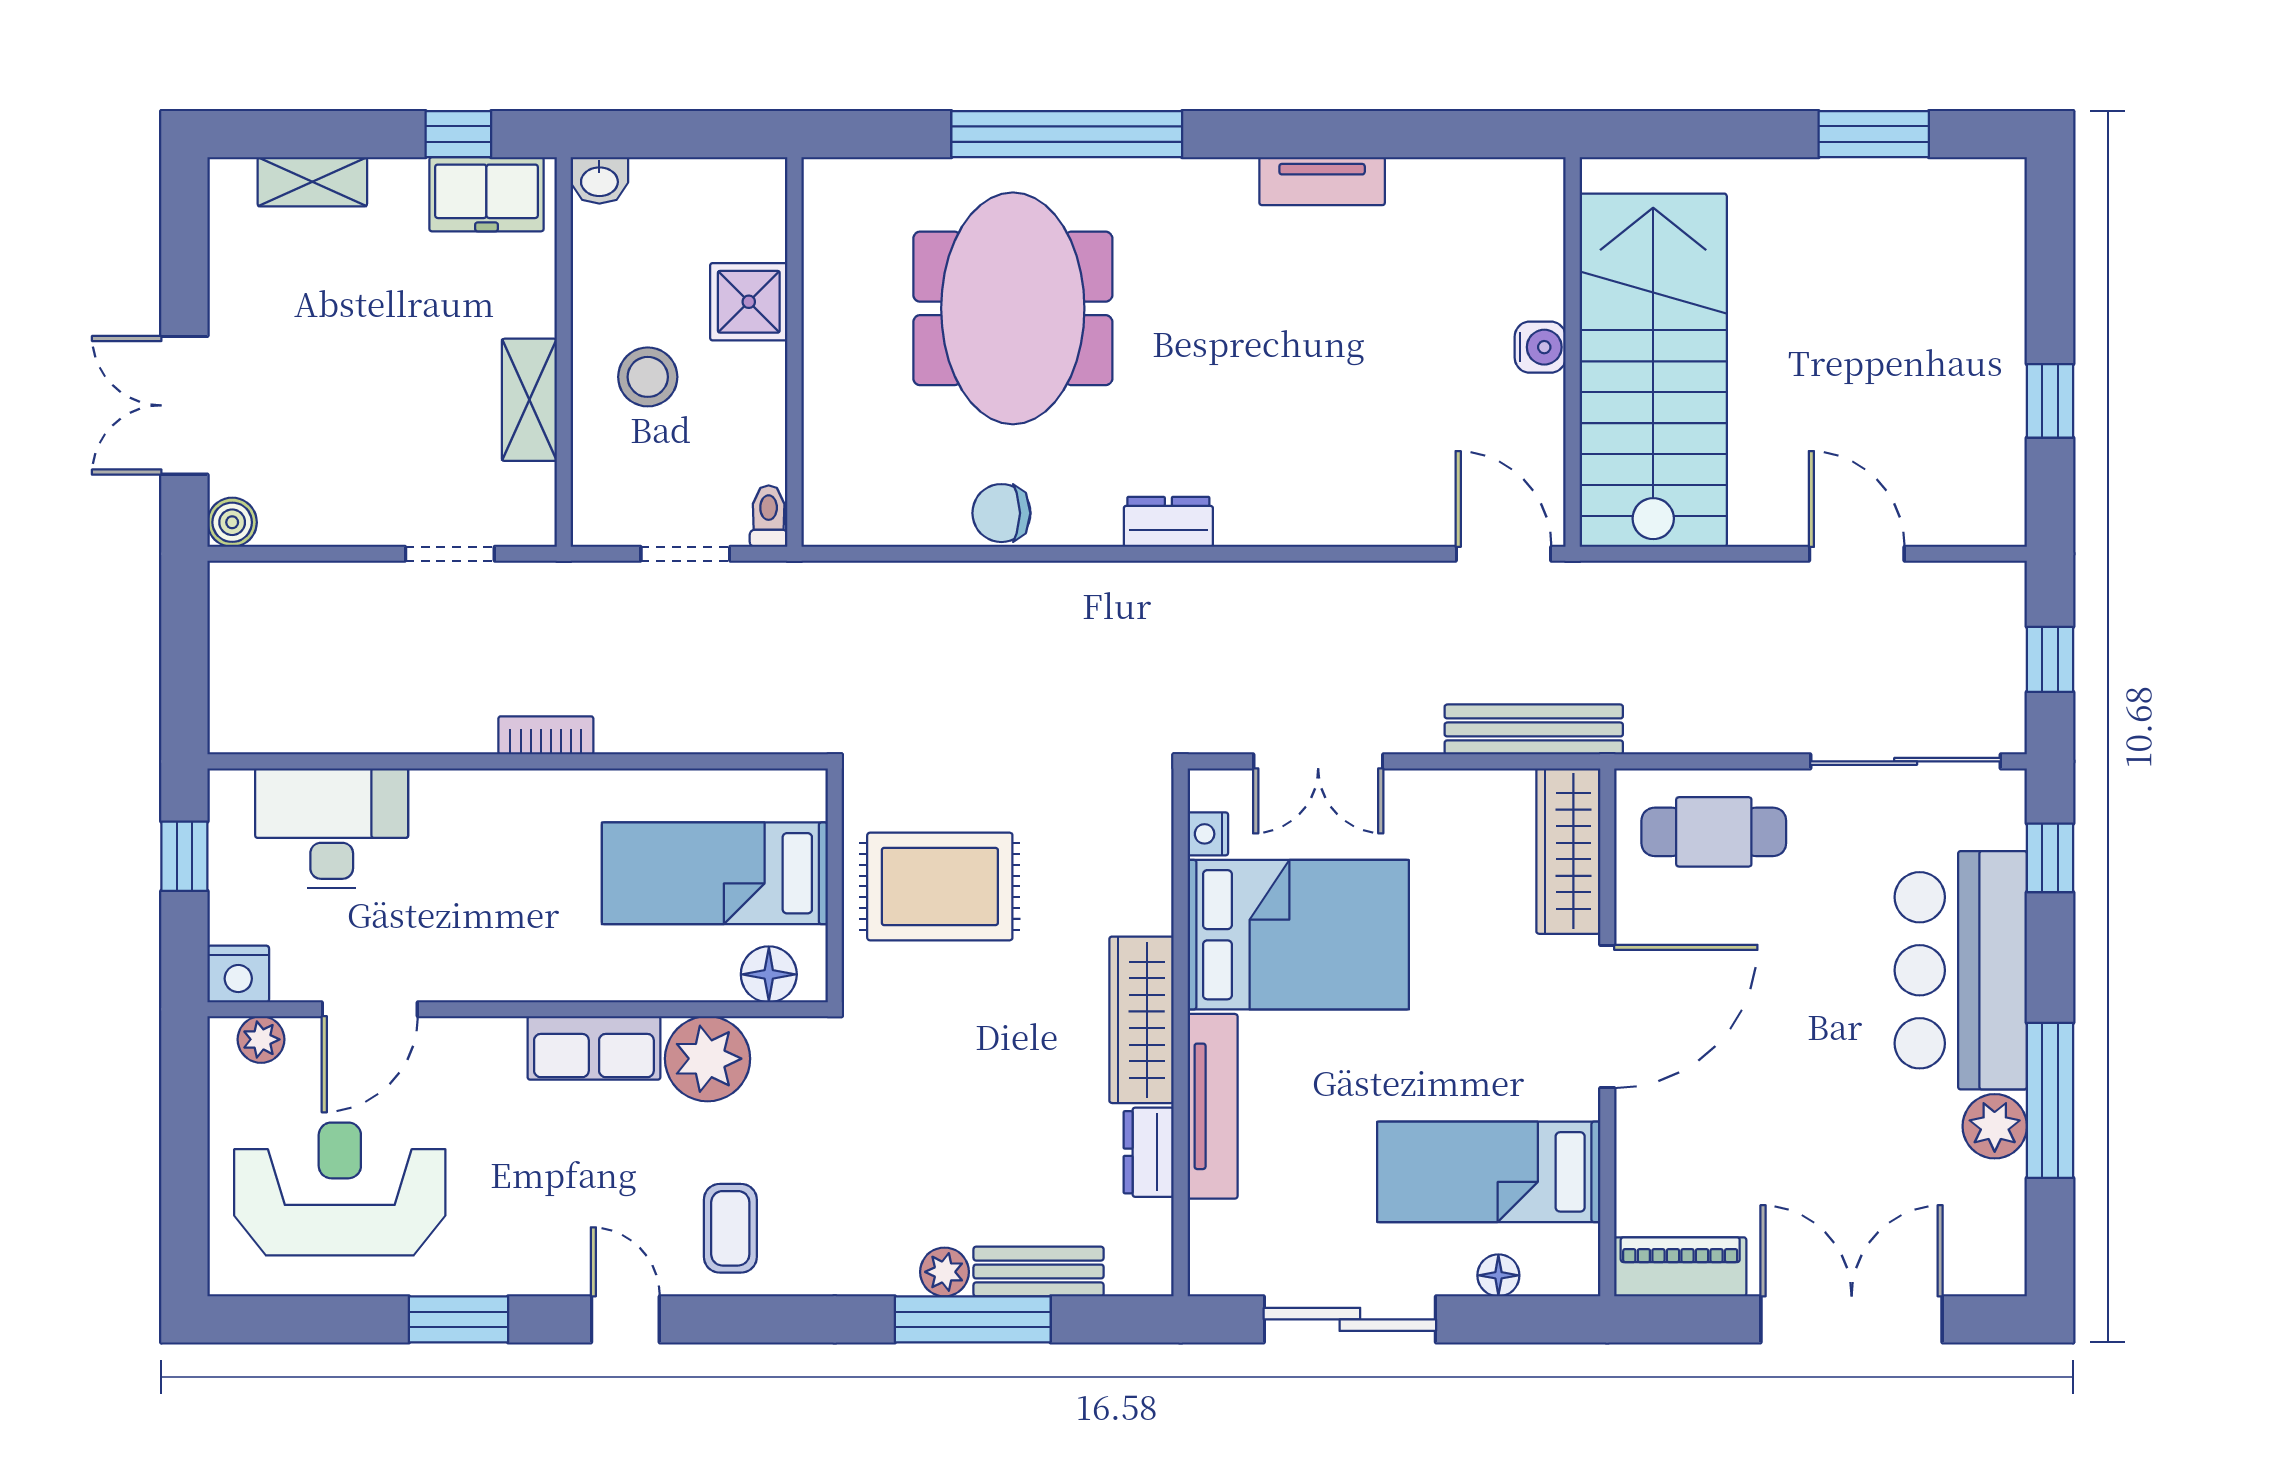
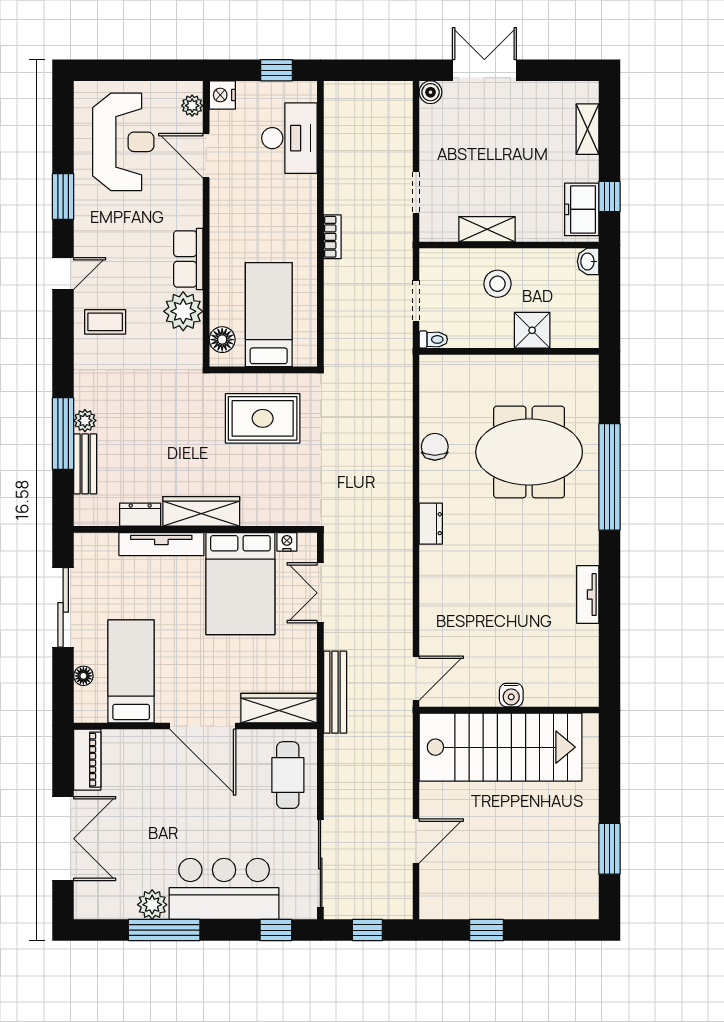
rug: (940, 886) -> (263, 418), turned 90

